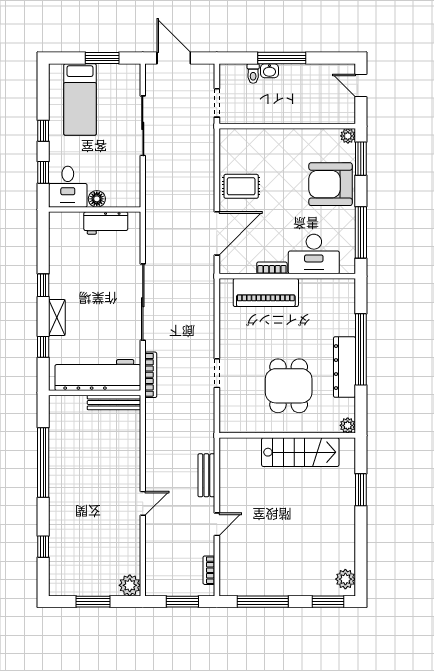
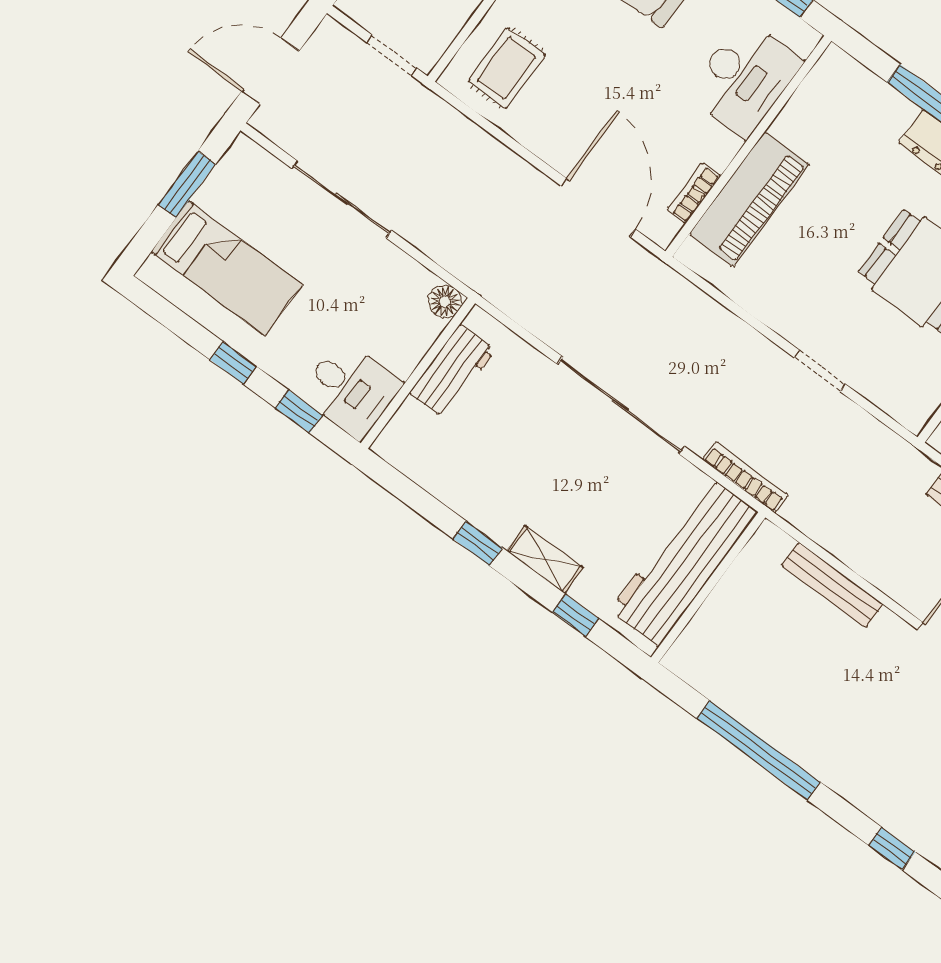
rug: (241, 186) -> (507, 68), moved
floor lamp: (97, 199) -> (445, 301), moved
bookcase: (272, 268) -> (694, 193), moved
bench: (114, 403) -> (832, 585), moved, turned 90

